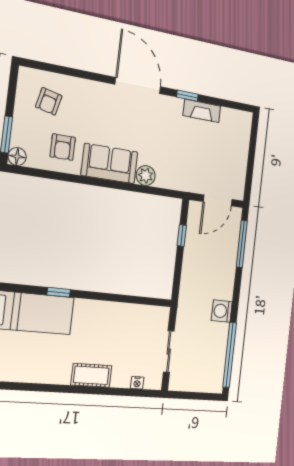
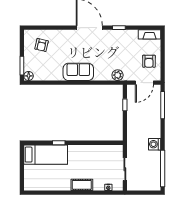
fireplace: (202, 111) -> (149, 34), moved
armchair: (63, 147) -> (149, 61), moved
plant: (146, 176) -> (118, 75), moved

